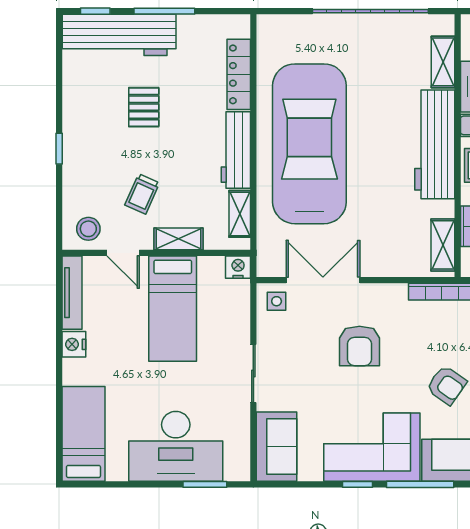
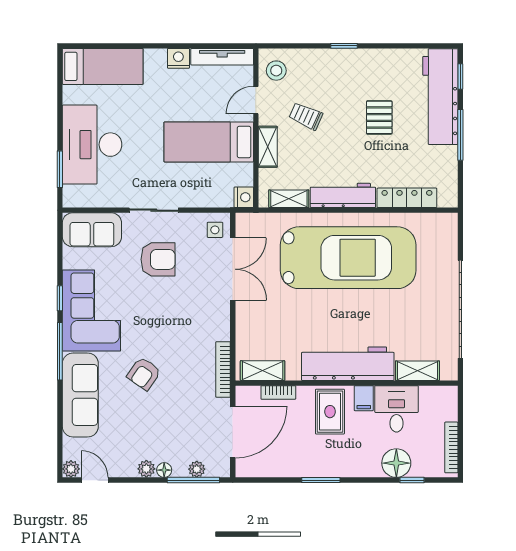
pallet: (144, 107) -> (379, 117), turned 90
armchair: (360, 346) -> (158, 259), moved, turned 180

